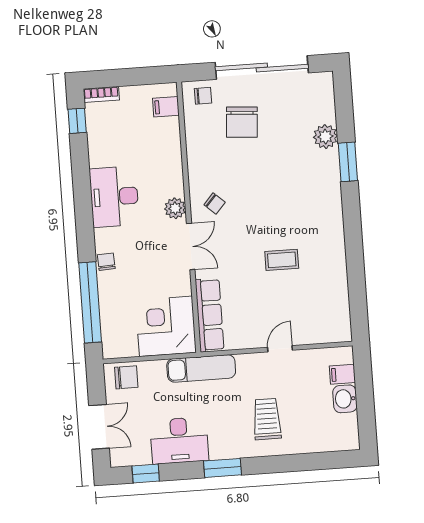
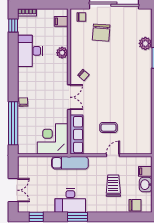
desk: (114, 197) -> (30, 51), moved
plant: (175, 208) -> (62, 53), moved
coffee table: (282, 260) -> (109, 128), moved
chair: (126, 377) -> (135, 205), moved
trolley: (267, 419) -> (113, 186), moved
desk: (179, 441) -> (70, 201), moved

